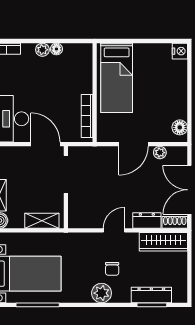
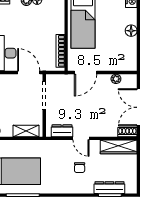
floor lamp: (180, 127) -> (131, 31), moved
door: (133, 144) -> (85, 73), moved
dresser: (147, 221) -> (62, 131), moved
door: (114, 230) -> (81, 138), swing flipped
plant: (102, 293) -> (71, 186), removed

